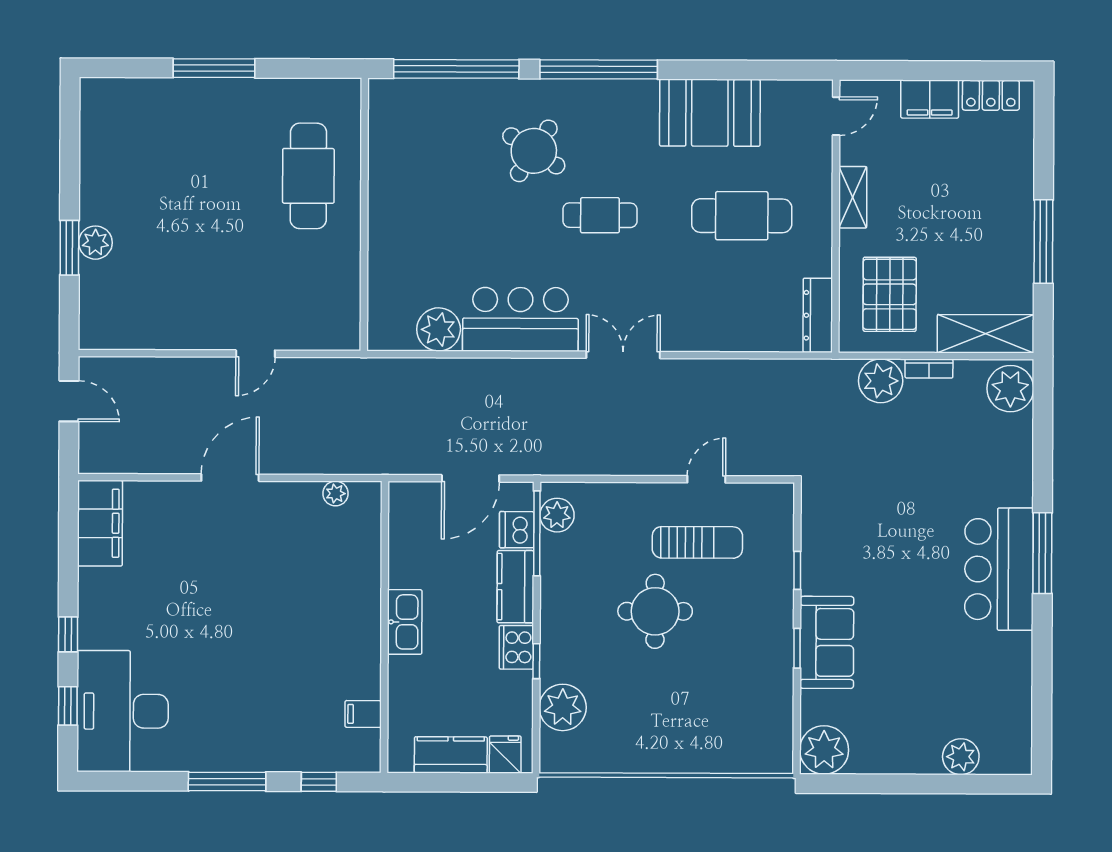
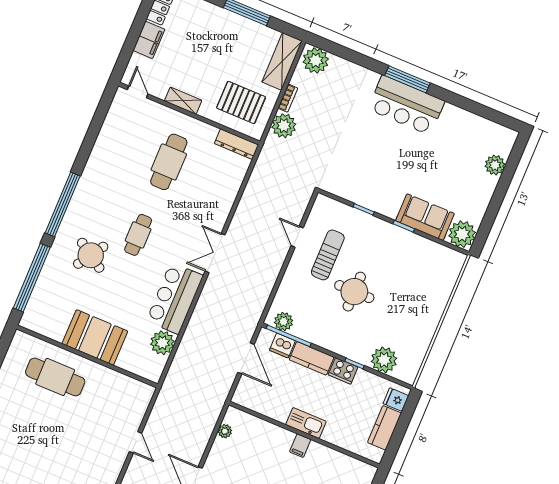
booth: (710, 113) -> (95, 337), moved, turned 90
sofa: (827, 642) -> (425, 217), moved
filing cabinet: (363, 714) -> (300, 446), moved

